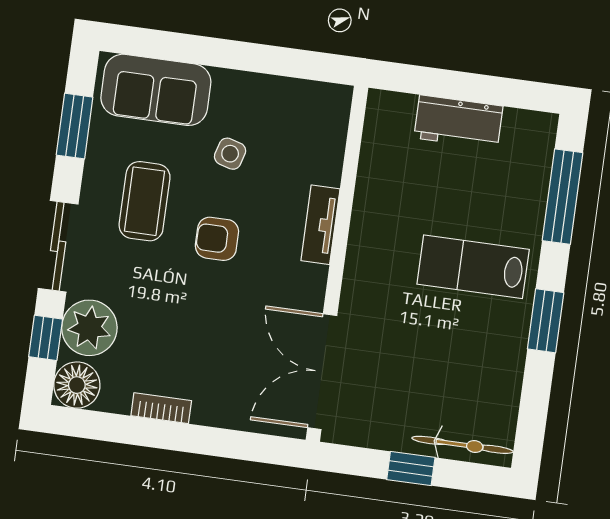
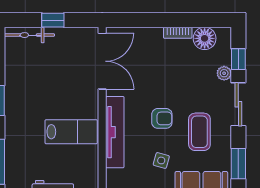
tv unit: (320, 225) -> (115, 132), width x1.92, depth x1.29
lab bench: (473, 267) -> (71, 132), moved
plant: (89, 328) -> (224, 73), width x0.53, depth x0.53
floor lamp: (77, 385) -> (205, 38), moved

